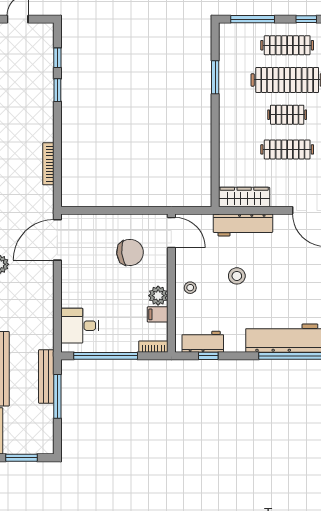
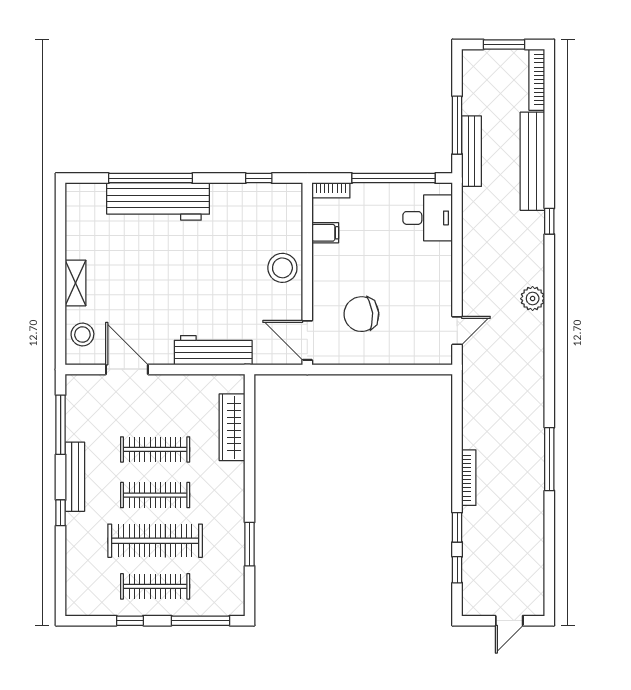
clothes rail: (287, 115) -> (155, 495), width x1.36
bookcase: (48, 164) -> (469, 478), moved
wardrobe: (244, 197) -> (232, 427), moved, turned 90
door: (57, 240) -> (457, 331), width x0.53
stool: (237, 276) -> (221, 283), removed
stool: (190, 288) -> (282, 268), width x1.89, depth x1.89
plant: (158, 296) -> (325, 257), removed
workbench: (203, 342) -> (266, 197), removed

